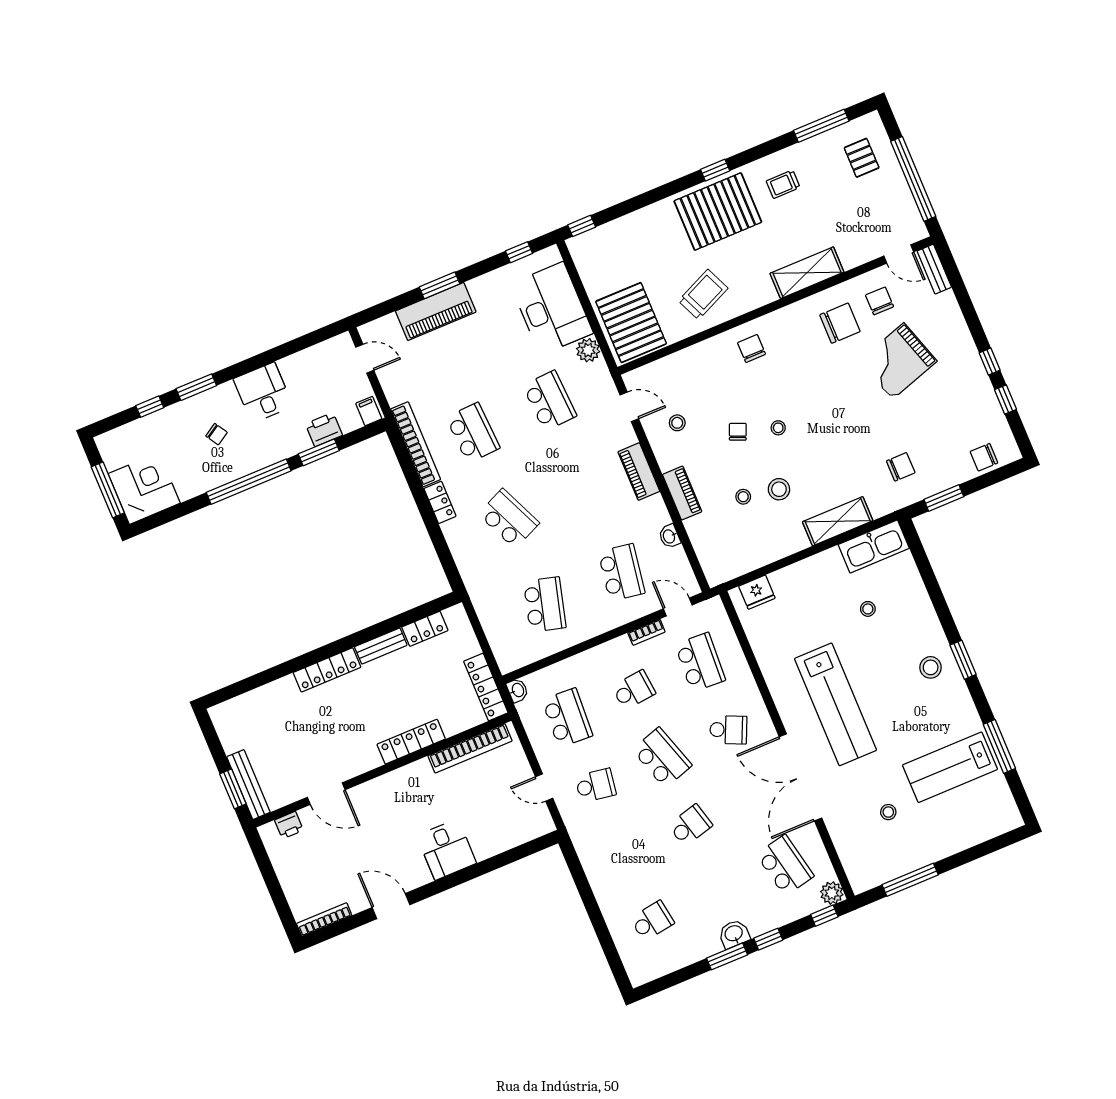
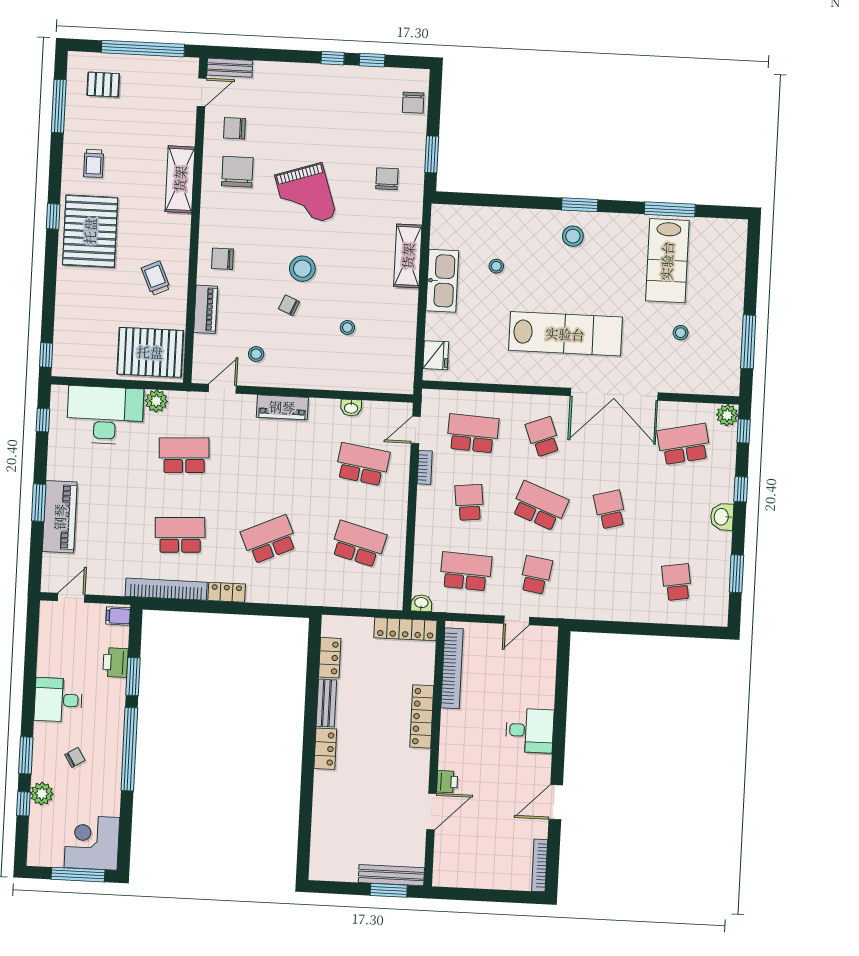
trolley: (703, 294) -> (156, 278), width x0.73, depth x0.72
grand piano: (898, 361) -> (306, 196), moved
plant: (168, 419) -> (42, 794), added
stool: (778, 428) -> (302, 269), width x1.89, depth x1.89
stool: (779, 489) -> (356, 293), removed
piano: (682, 493) -> (206, 309), moved, turned 90
kitchen sink: (874, 546) -> (442, 281), moved
locker: (327, 670) -> (325, 749), width x0.66
school desk: (728, 730) -> (543, 437), turned -45
school desk: (662, 758) -> (540, 506), turned 39
printer: (289, 825) -> (447, 782), moved
window: (727, 956) -> (736, 574), moved

